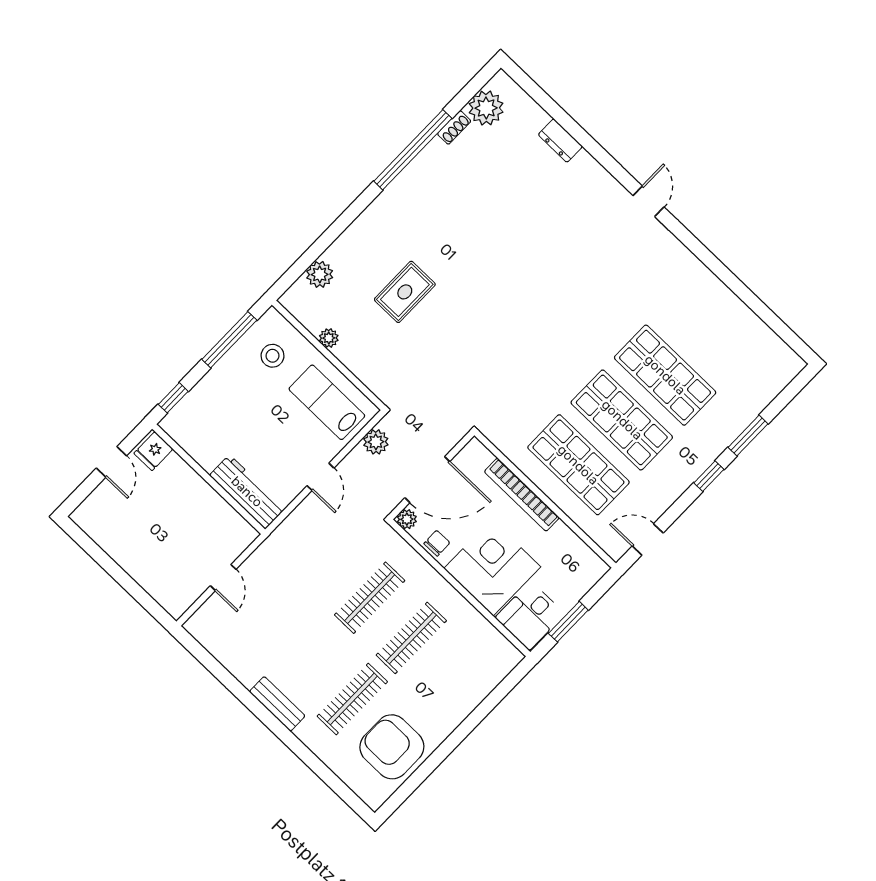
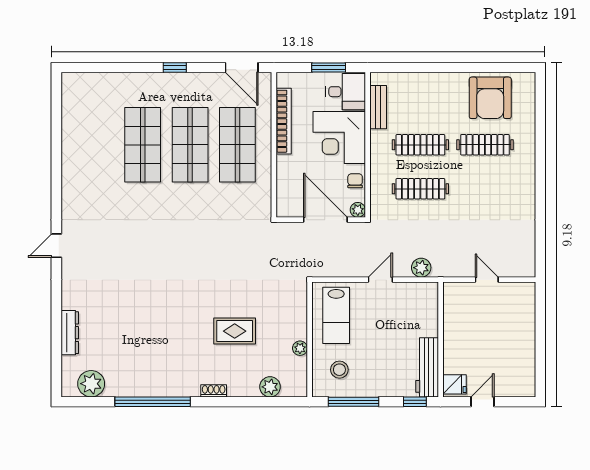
shoe rack: (454, 127) -> (214, 391), moved
dresser: (560, 141) -> (70, 333), width x1.44
window: (748, 436) -> (132, 67), removed
plant: (376, 442) -> (421, 268), moved
workbench: (247, 492) -> (427, 367), moved
bookcase: (522, 495) -> (284, 121), moved
door: (648, 539) -> (242, 67), width x1.38
chair: (437, 543) -> (355, 181), turned 91
door: (223, 578) -> (487, 280), hinge flipped
bench: (277, 704) -> (378, 107), moved

